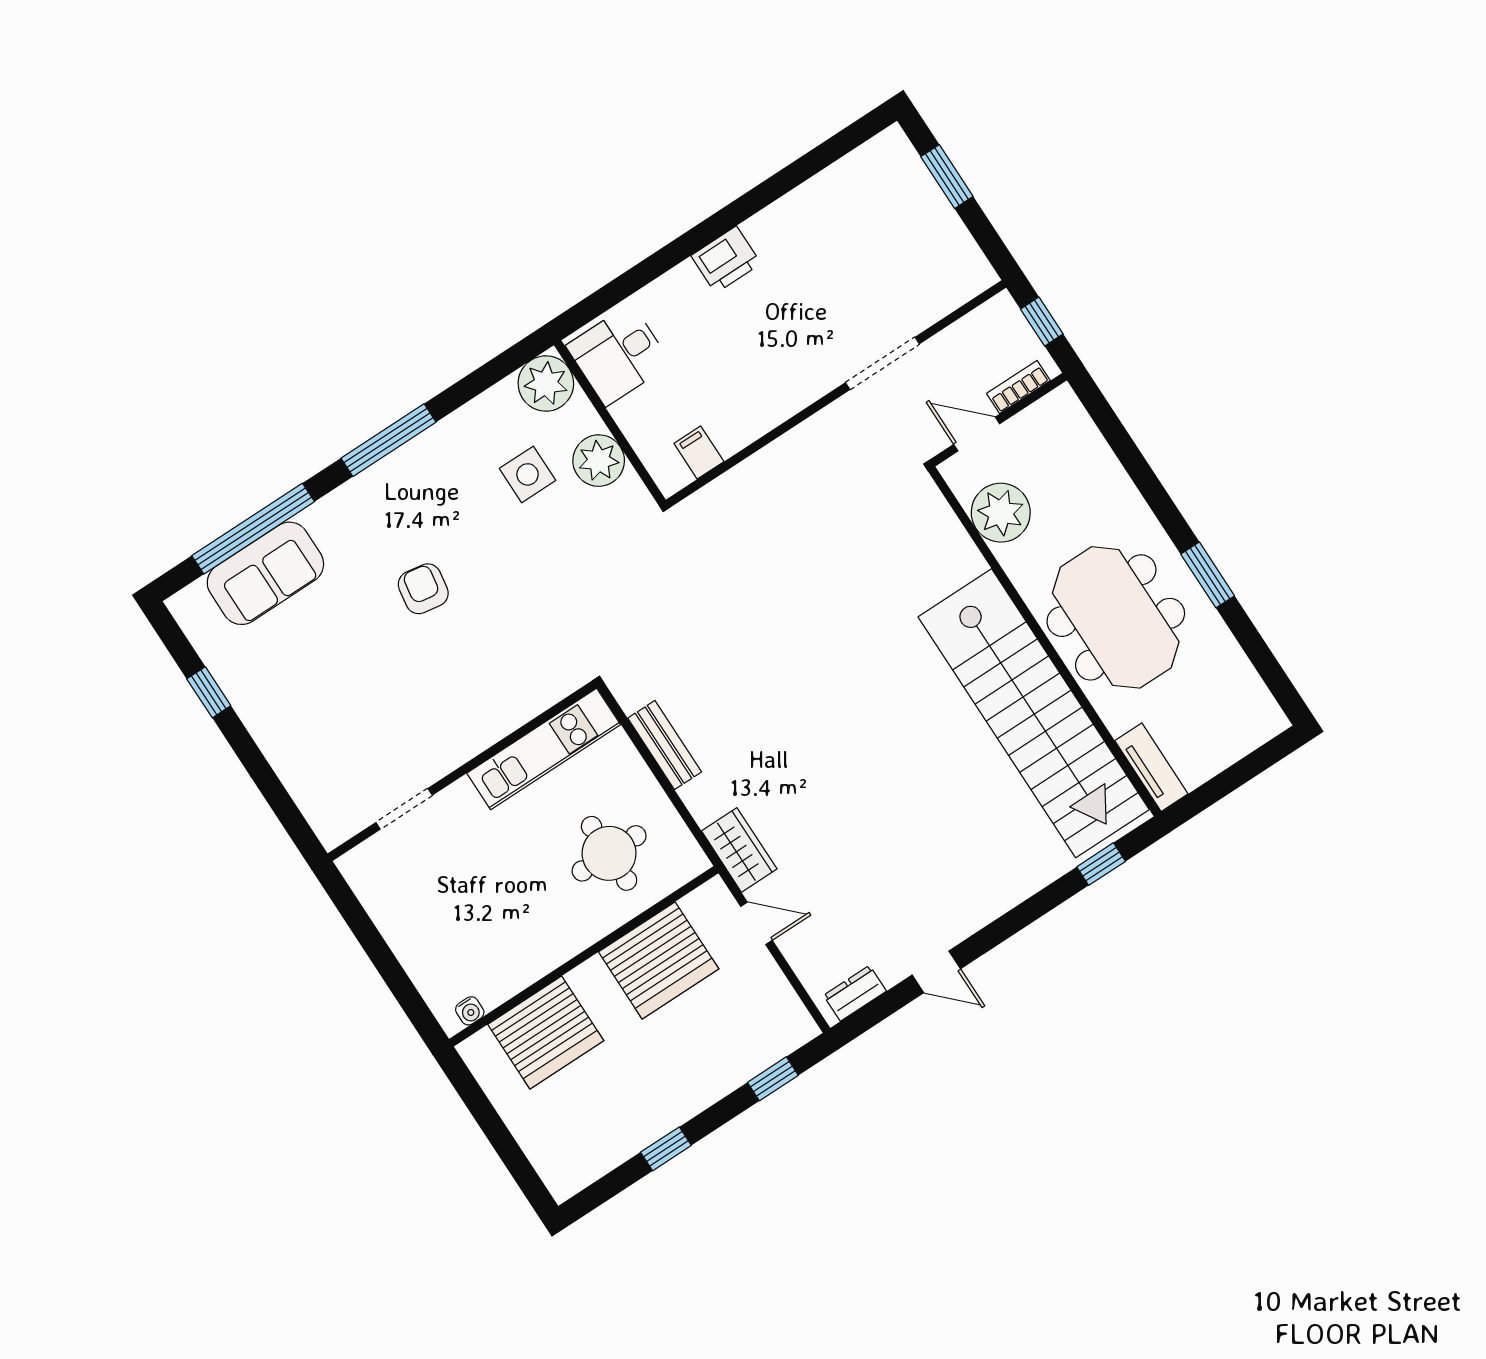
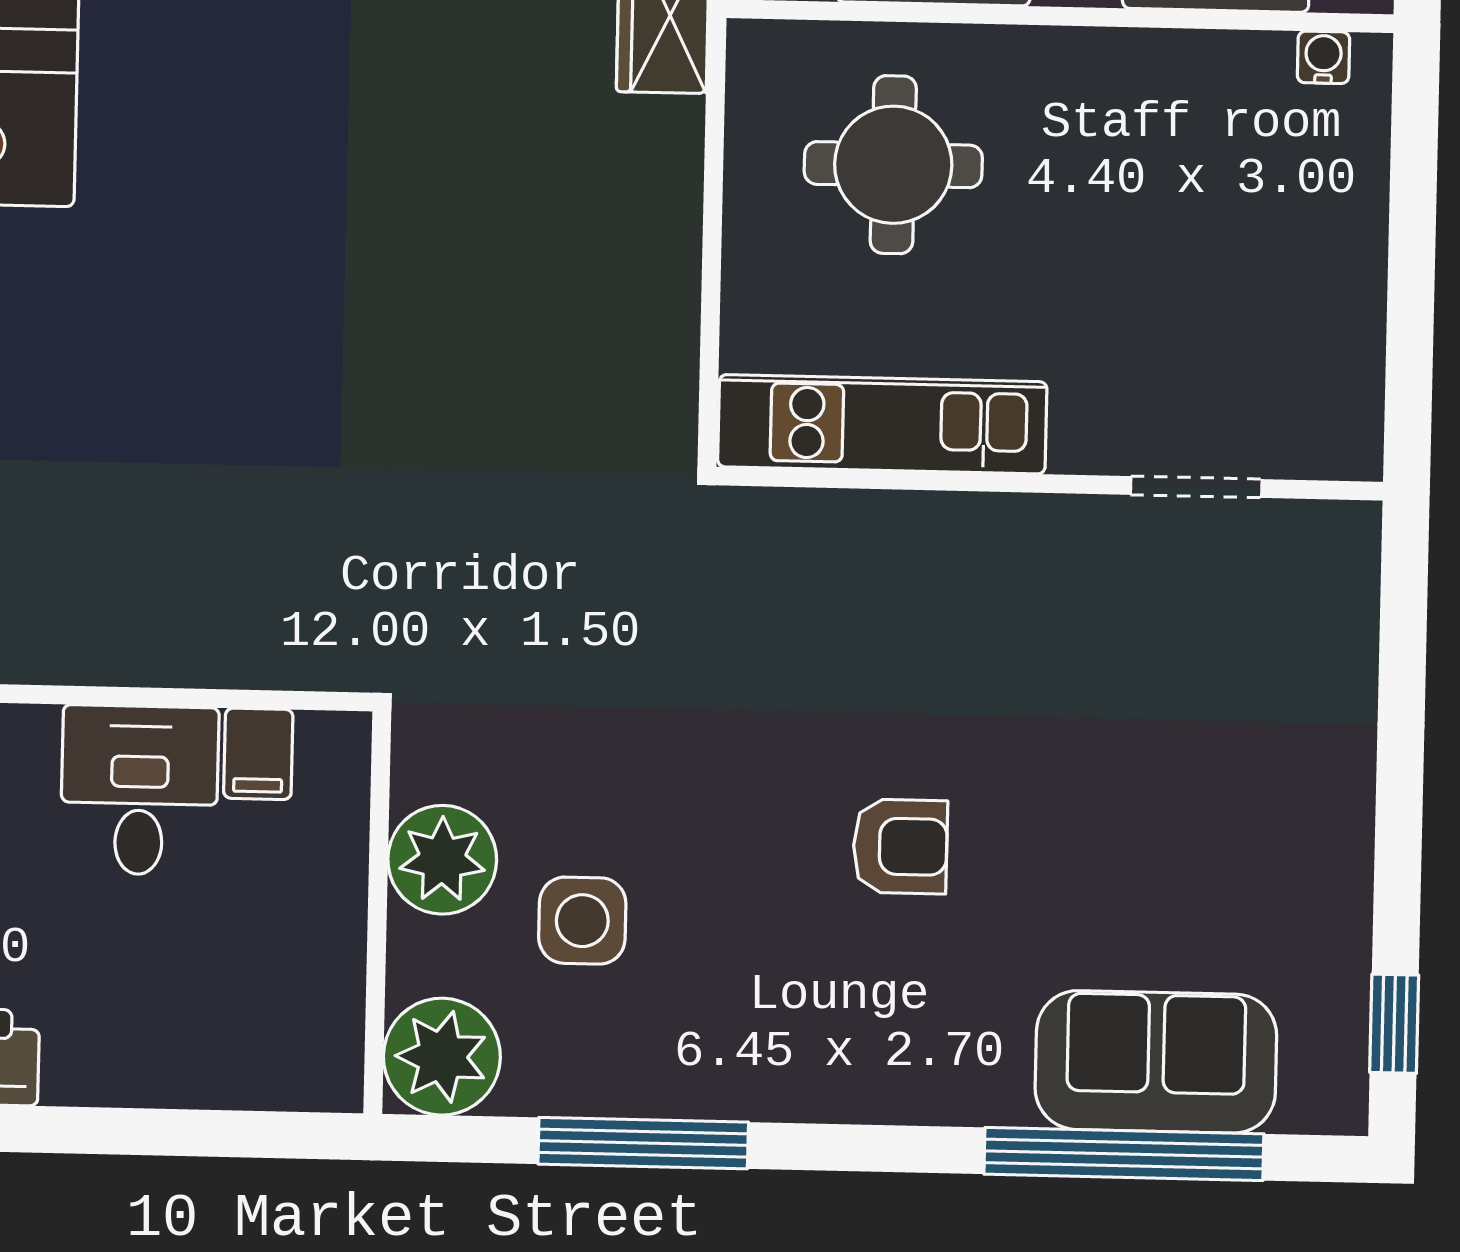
desk: (618, 355) -> (139, 790), moved, turned -90
window: (389, 440) -> (643, 1143), moved
armchair: (423, 589) -> (900, 846), turned -99
window: (209, 692) -> (1394, 1024), moved
bench: (665, 745) -> (667, 287), removed

